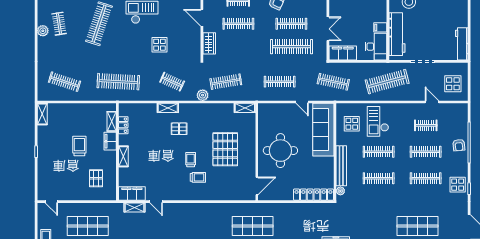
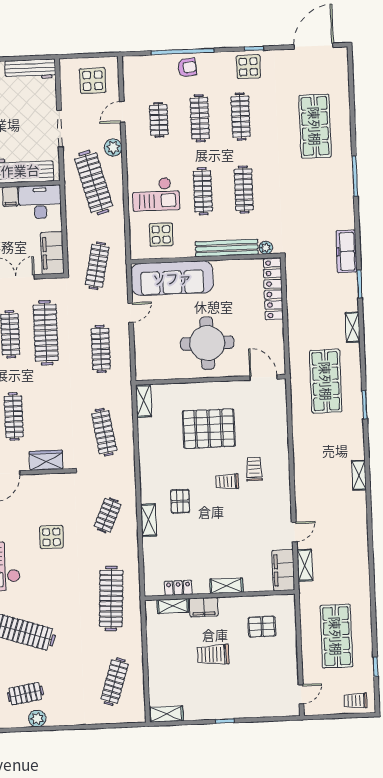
plant: (203, 95) -> (113, 147), moved

